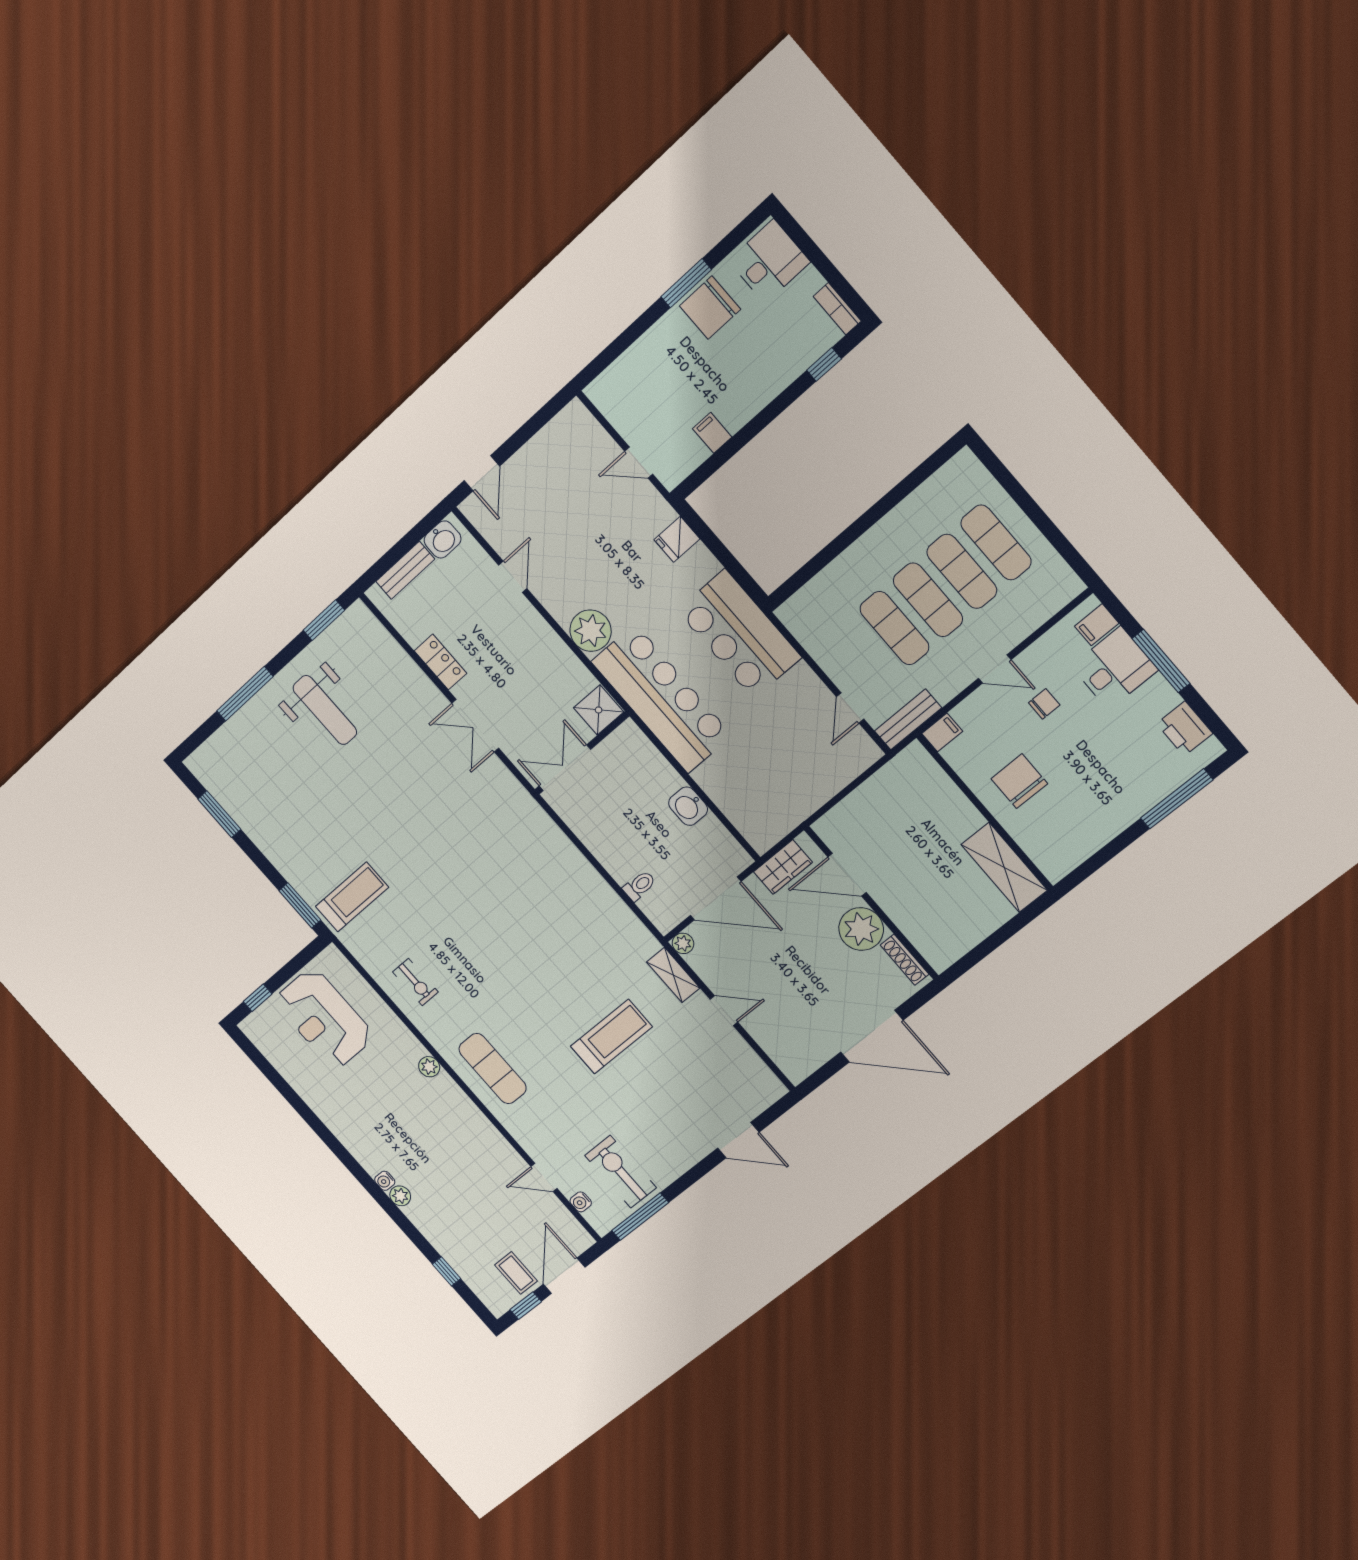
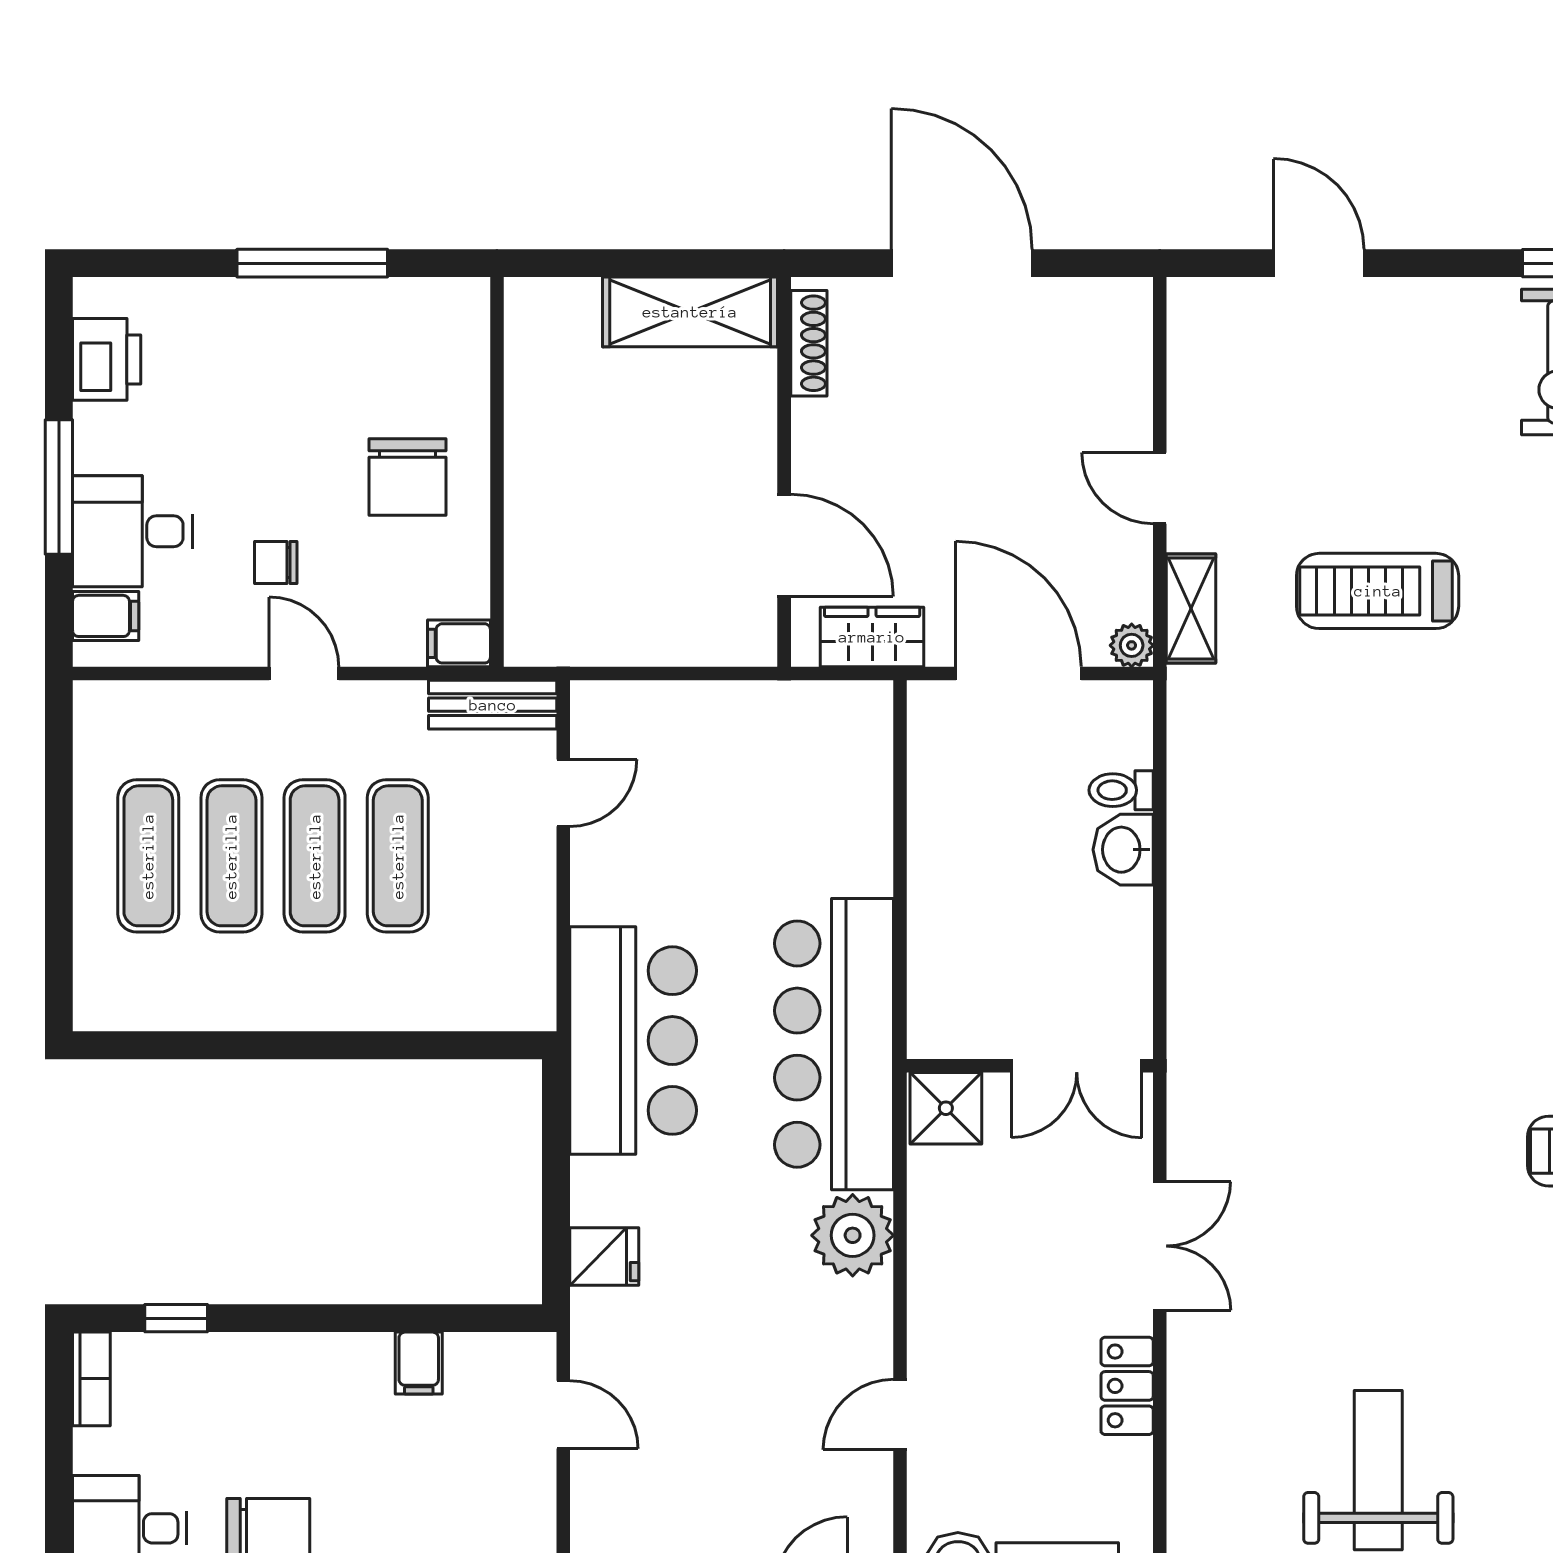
window: (1177, 799) -> (312, 263), moved
washbasin: (688, 806) -> (1123, 850), moved, turned 180
shelving: (1004, 867) -> (690, 312), moved, turned 90
plant: (861, 929) -> (834, 444), removed

